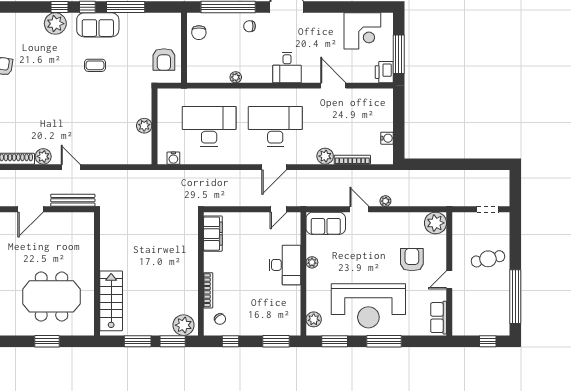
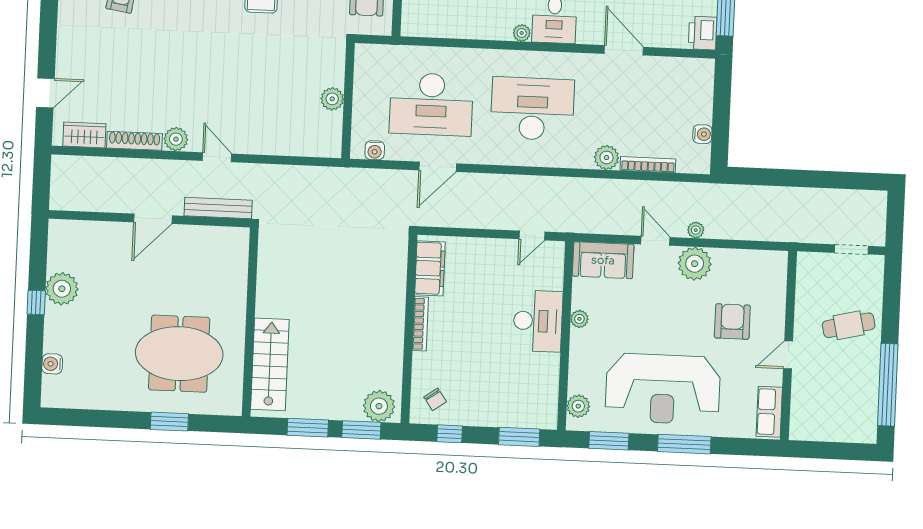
plant: (236, 77) -> (522, 33), moved
desk: (209, 126) -> (431, 104), turned 180
door: (274, 167) -> (438, 167), moved
plant: (435, 223) -> (695, 264), moved
bookcase: (208, 290) -> (420, 324), moved
window: (488, 341) -> (843, 451), removed

